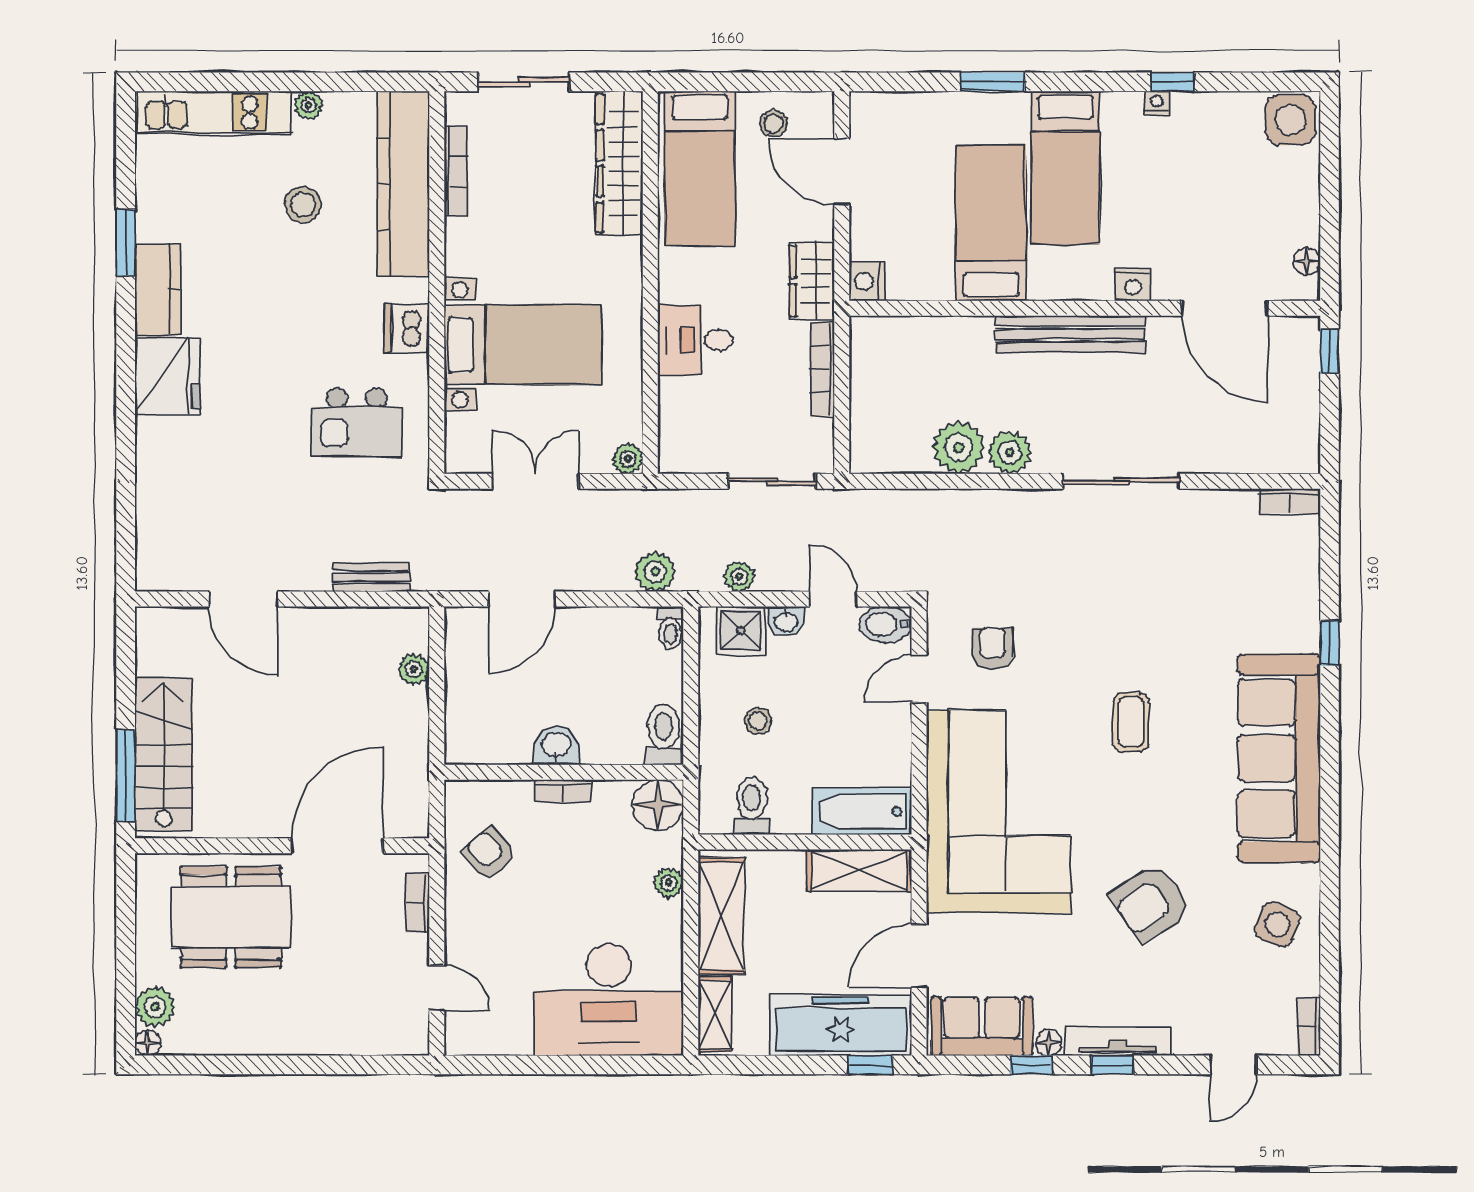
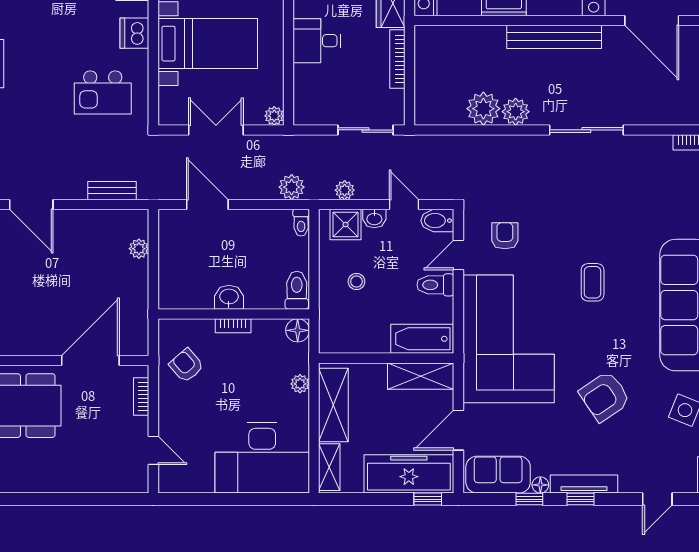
door: (522, 599) -> (207, 204), swing flipped
floor lamp: (658, 805) -> (298, 330), width x0.73, depth x0.73
toilet: (752, 806) -> (435, 285), moved, turned -90

